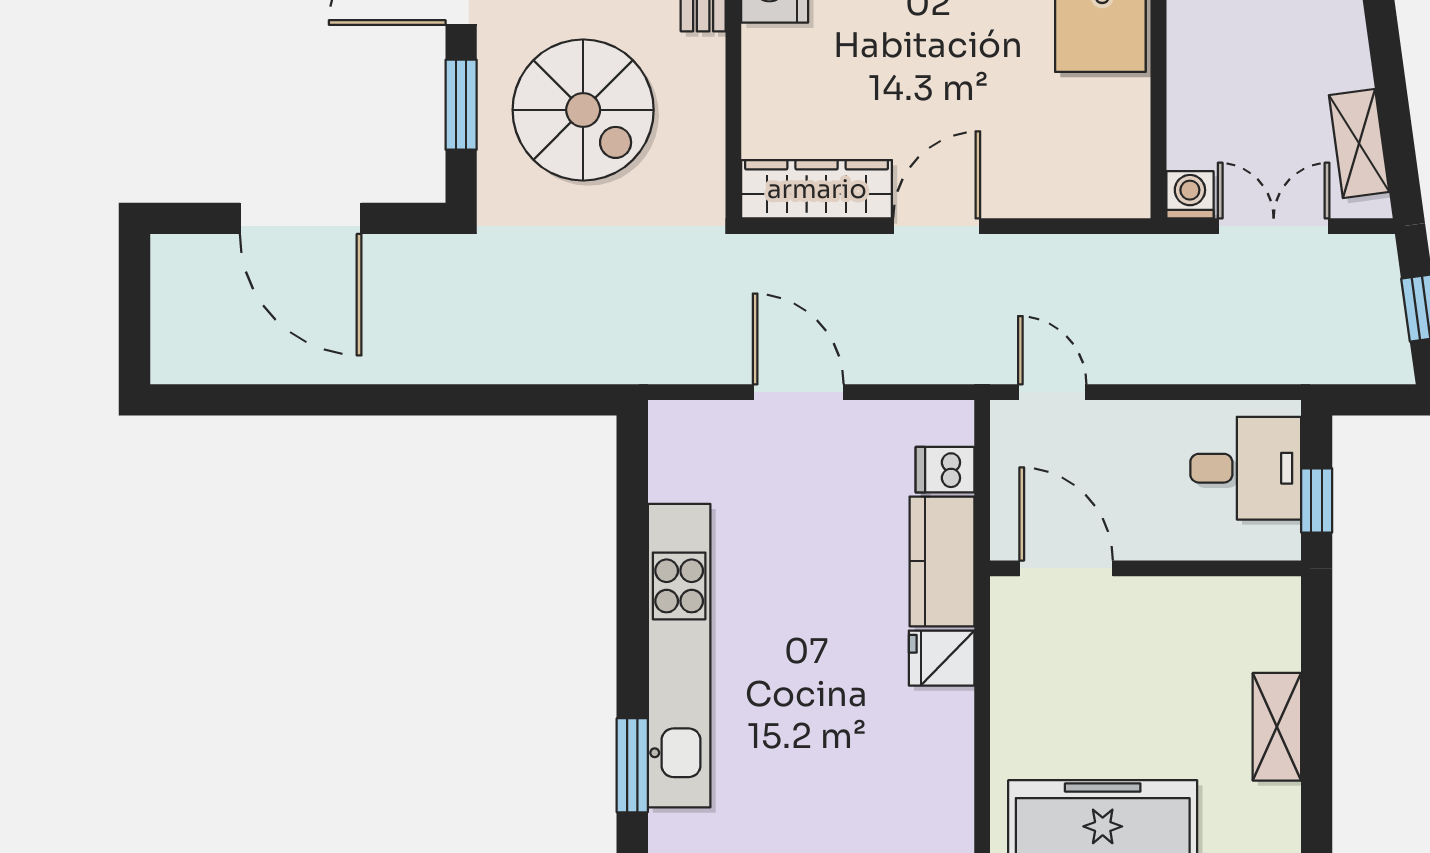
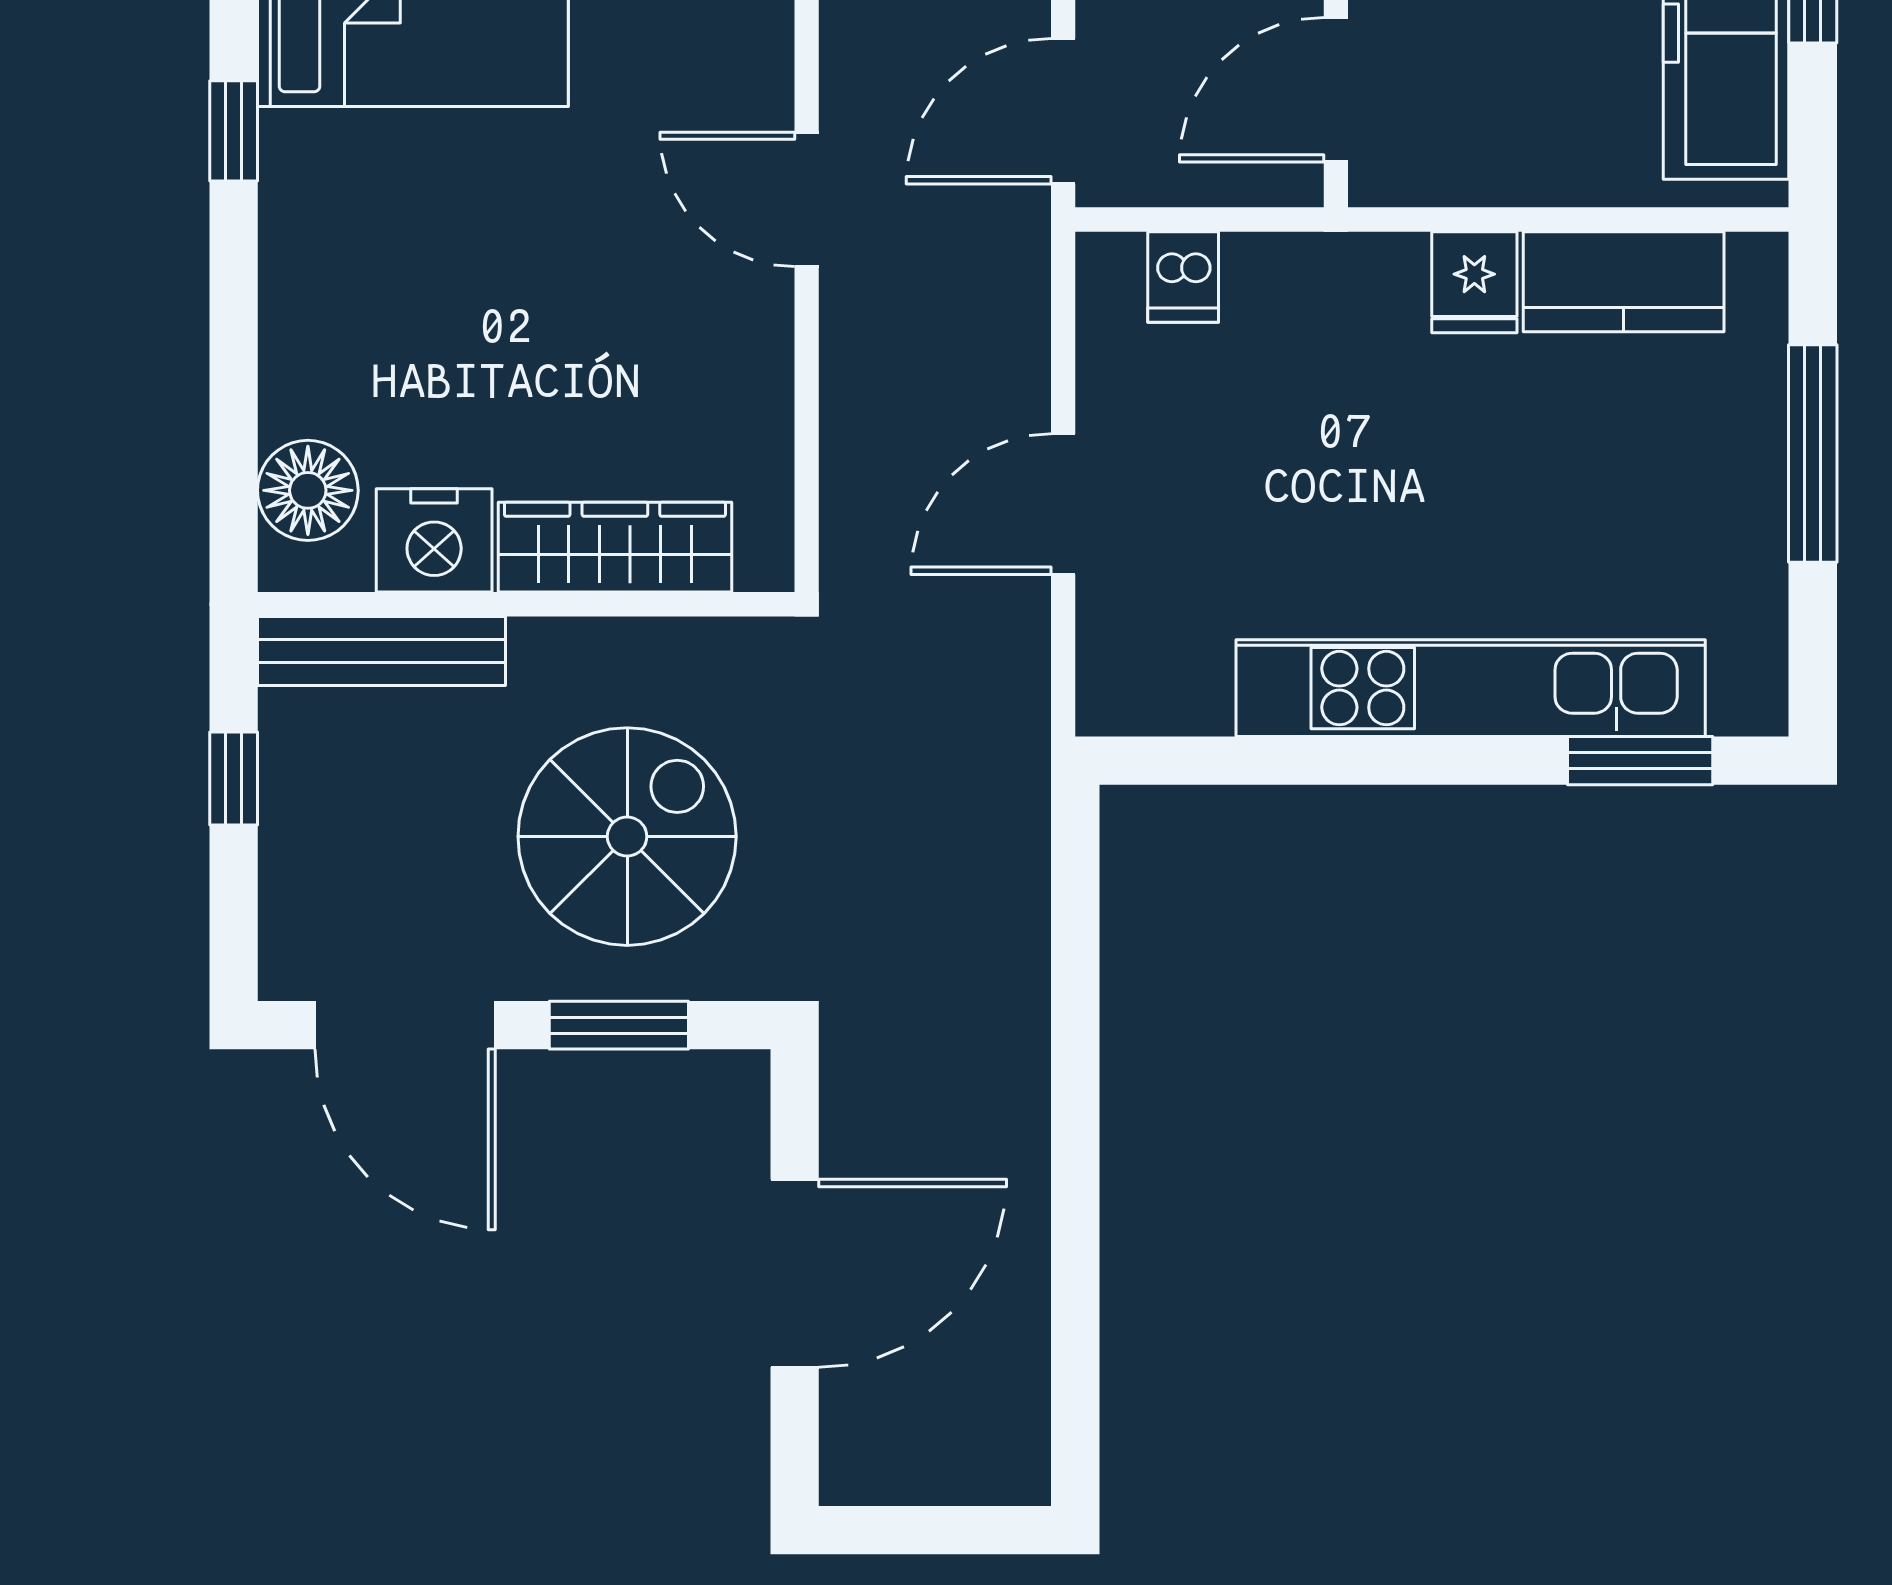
wardrobe: (817, 189) -> (615, 547), moved, turned 90
door: (937, 226) -> (807, 199), moved
door: (1052, 392) -> (1063, 111), width x1.37
kitchen counter: (942, 561) -> (1624, 282), moved

